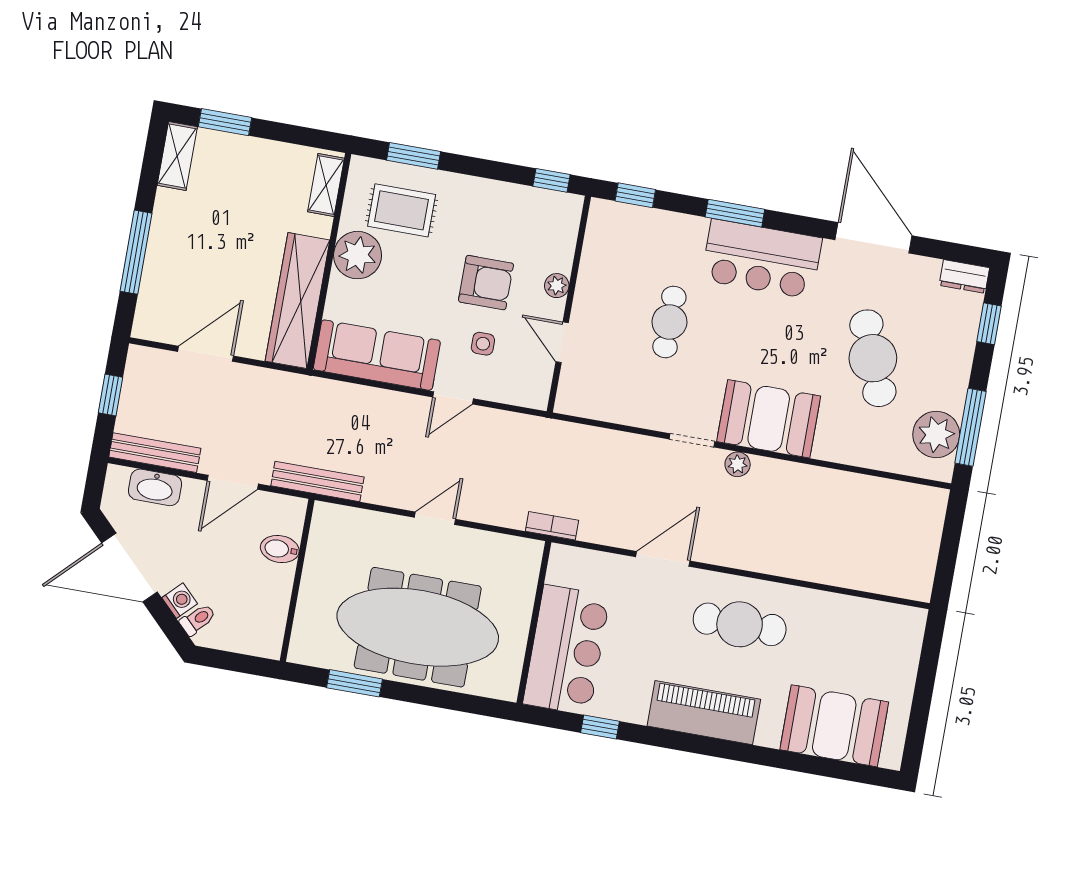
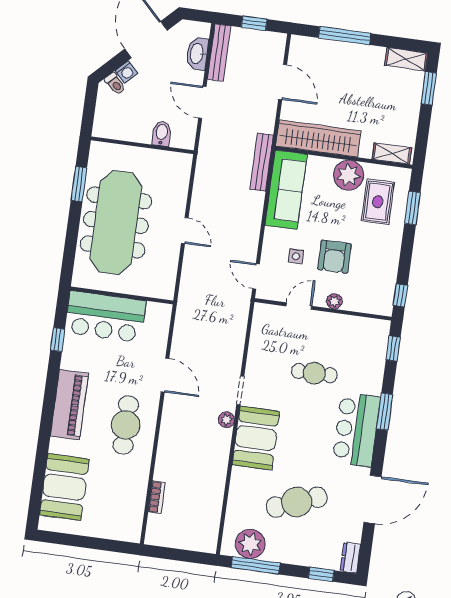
door: (453, 398) -> (256, 276), moved
bench: (317, 481) -> (262, 162), moved
bookcase: (552, 526) -> (157, 497), moved

